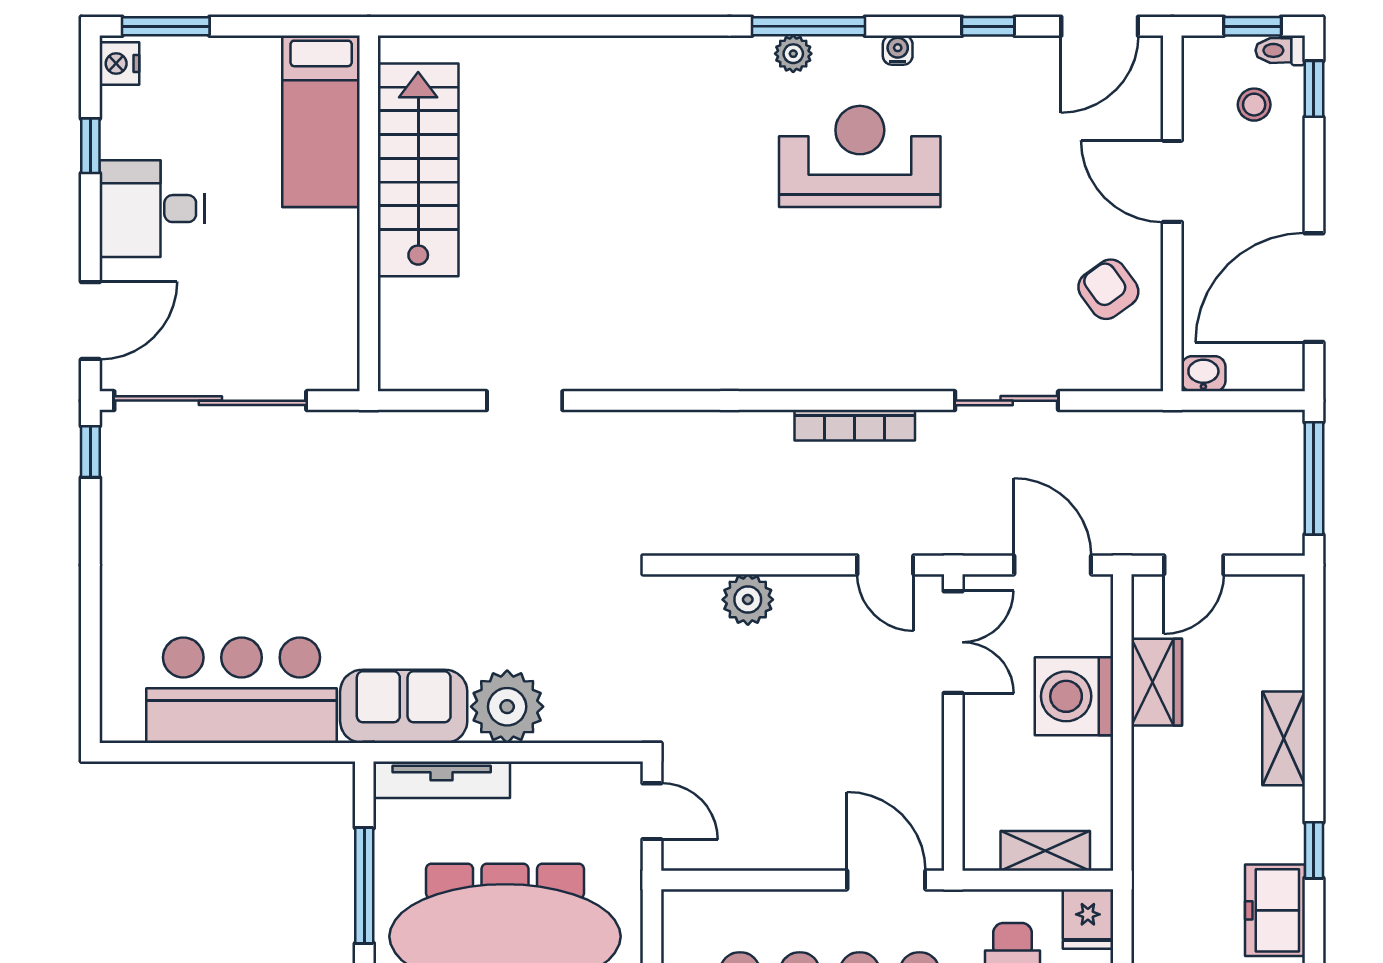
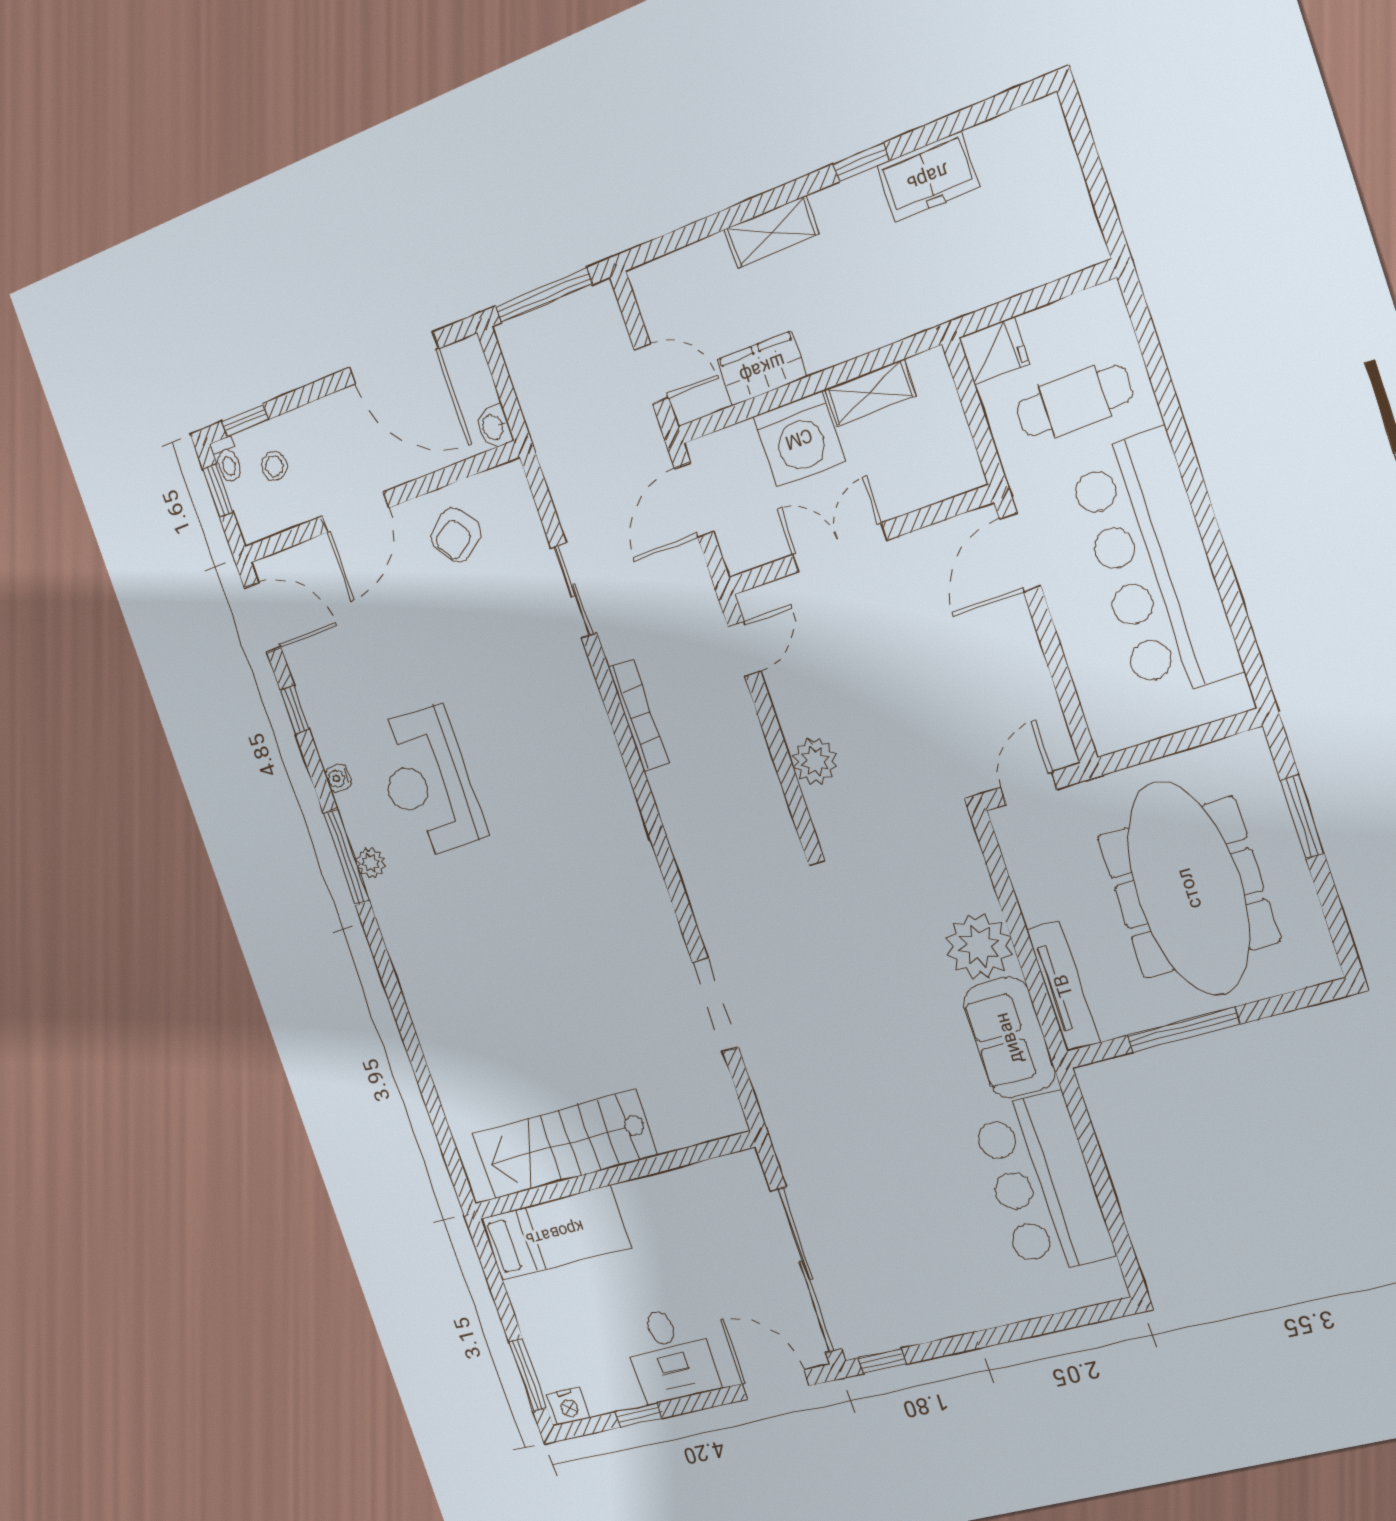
doorway: (525, 401) -> (715, 1005), width x1.38
double door: (953, 642) -> (840, 547), moved
shelving: (1045, 851) -> (870, 393), moved, turned 90

